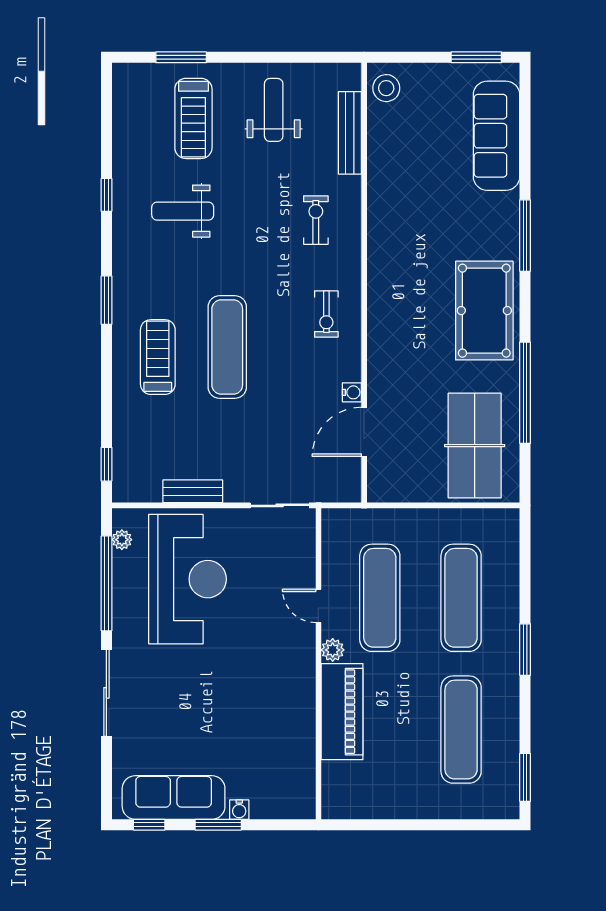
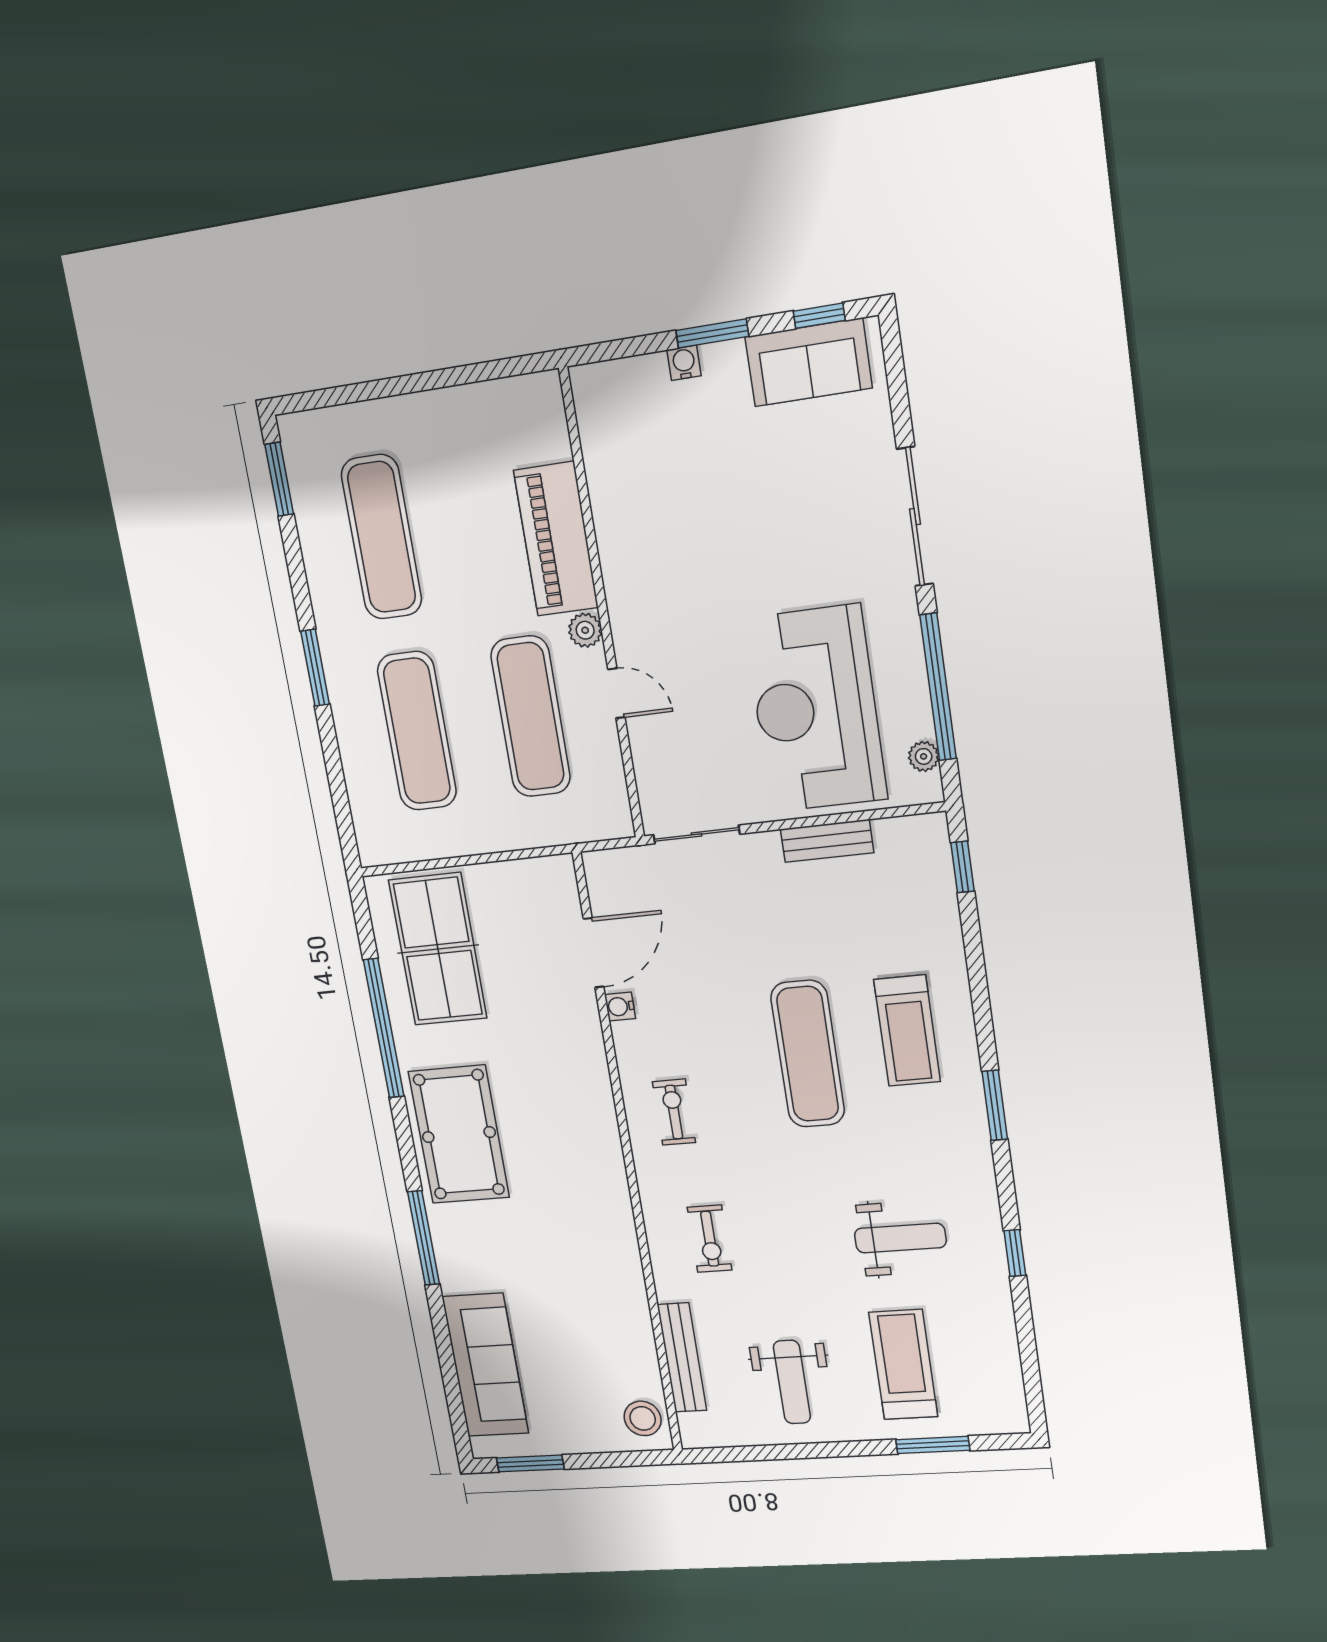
sofa: (174, 797) -> (808, 362), width x0.73

